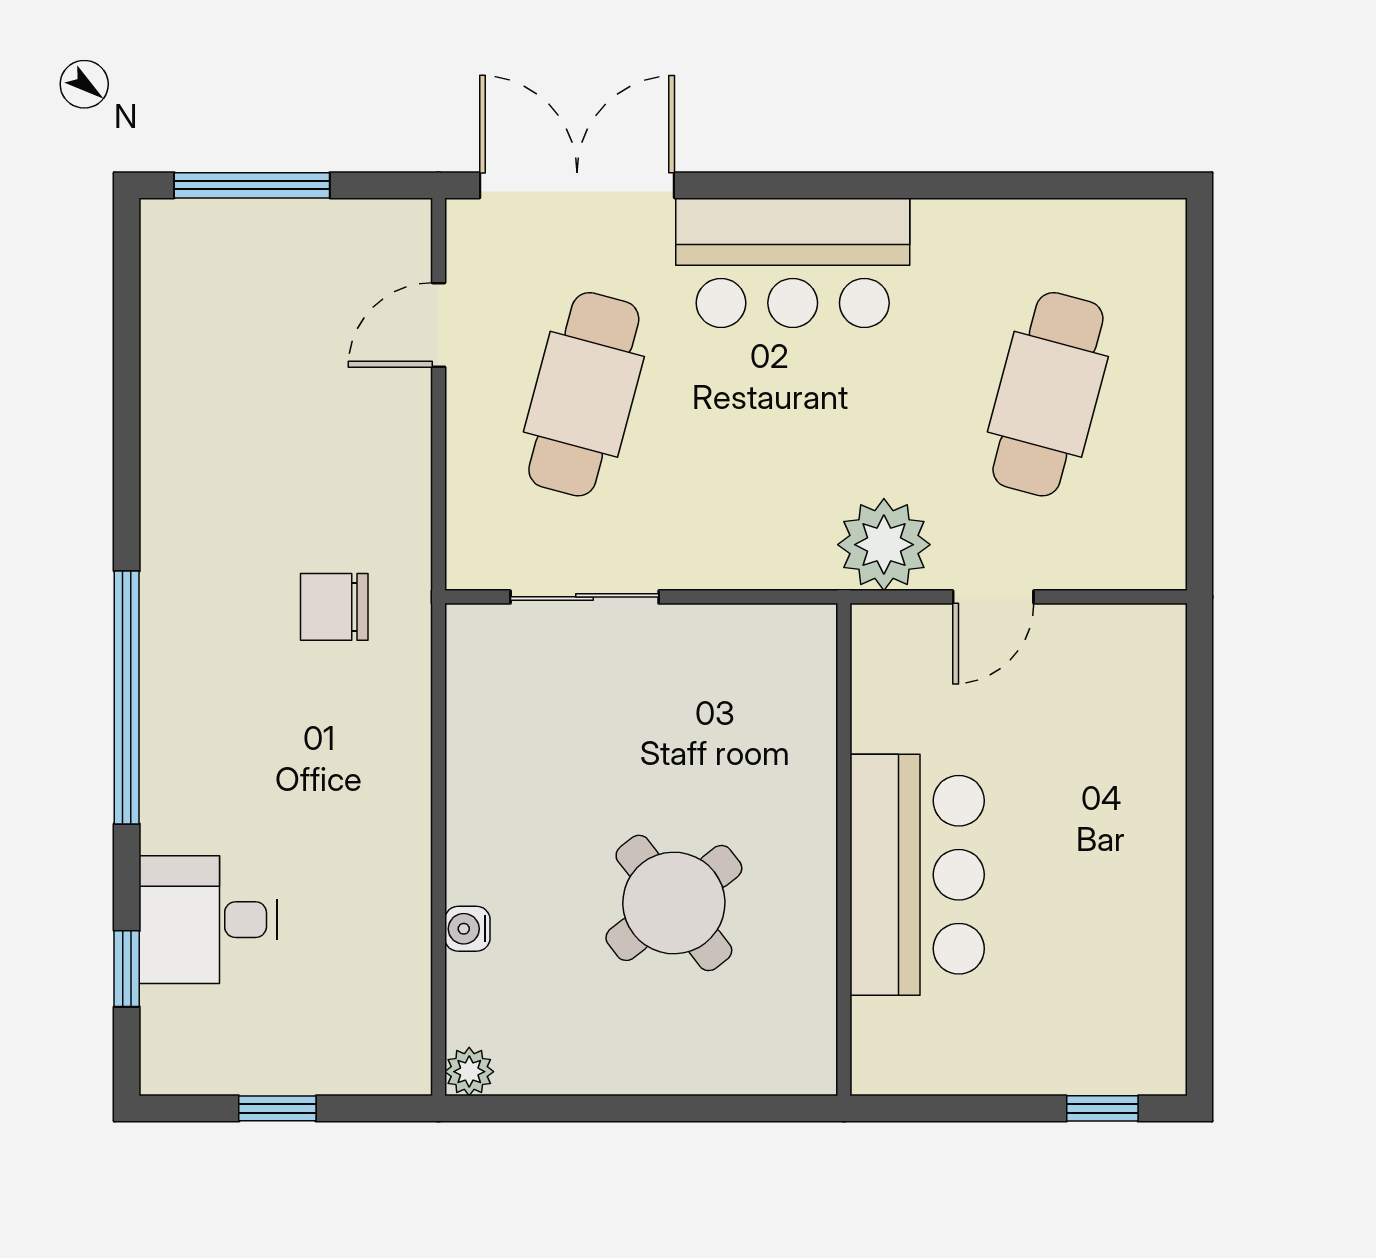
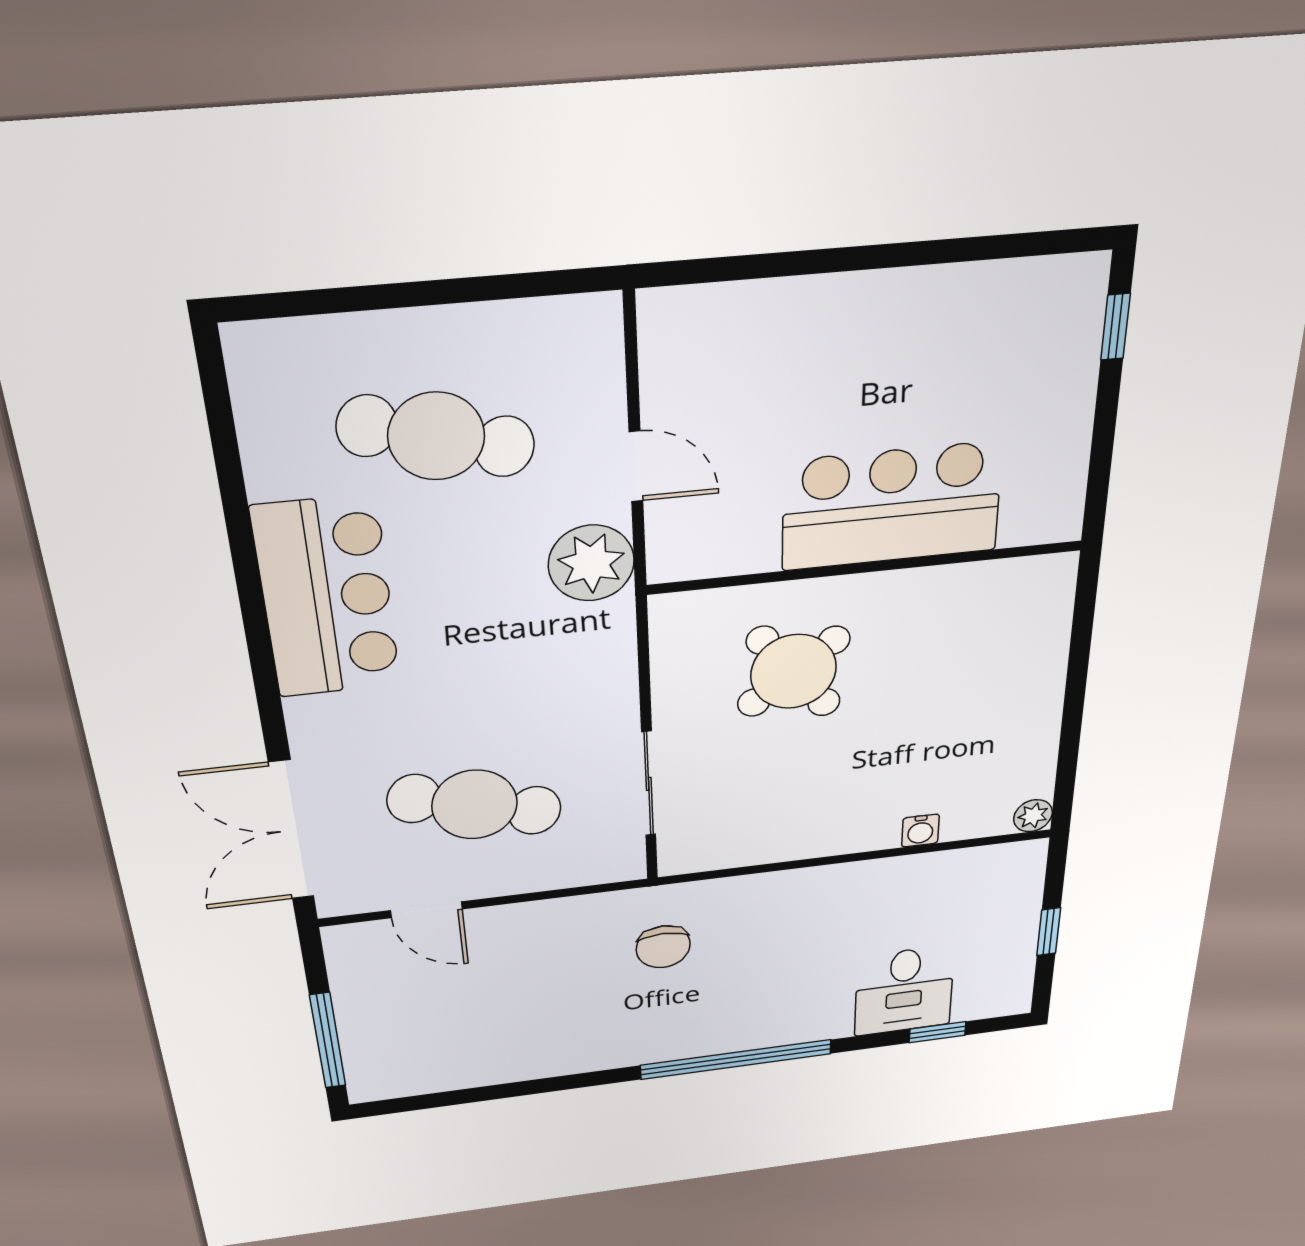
bar counter: (793, 263) -> (327, 598), moved
round table: (674, 903) -> (794, 672), moved

